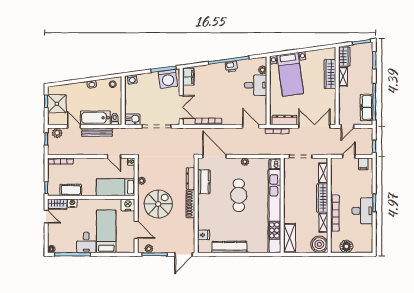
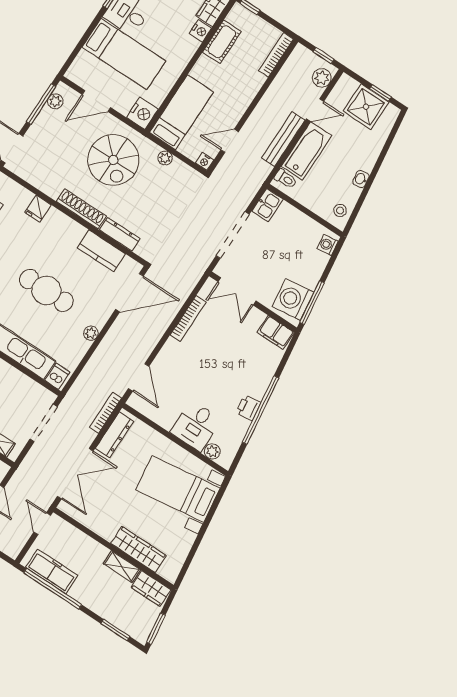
door: (251, 126) -> (139, 377), hinge flipped
fridge: (204, 235) -> (38, 209), moved

